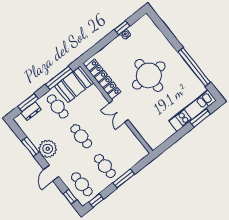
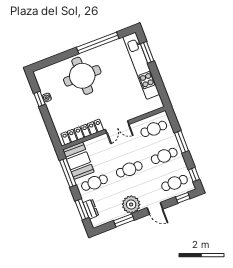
round table: (149, 75) -> (82, 76), moved
kitchen unit: (192, 110) -> (141, 66), width x1.36
cafe table: (128, 148) -> (154, 129), added

